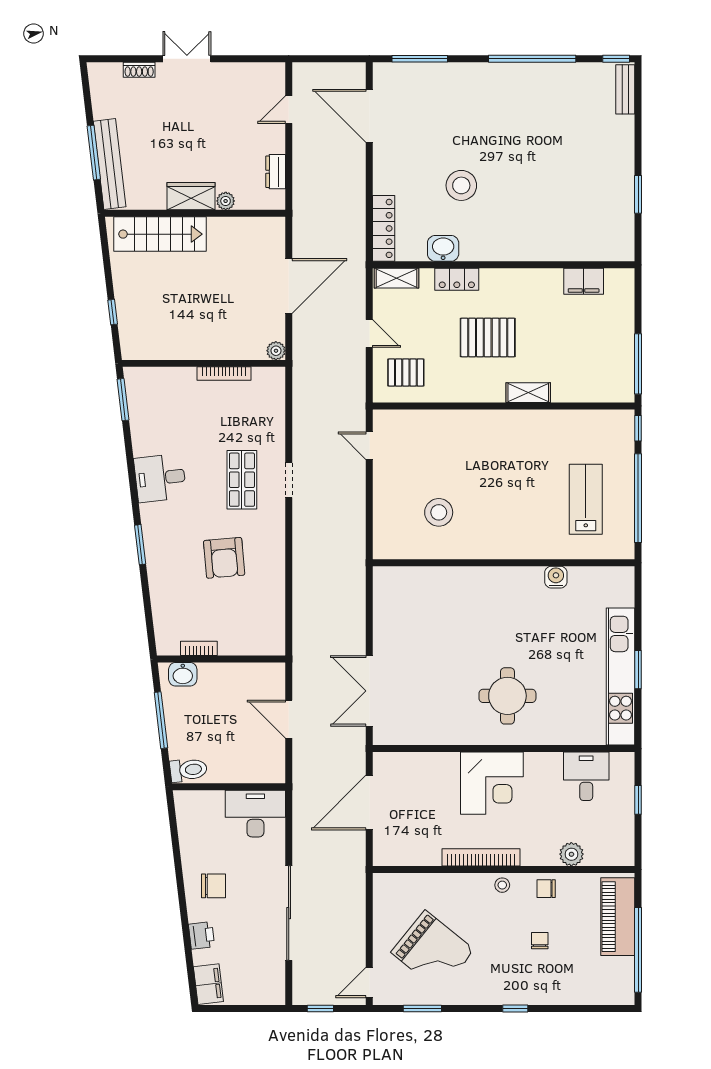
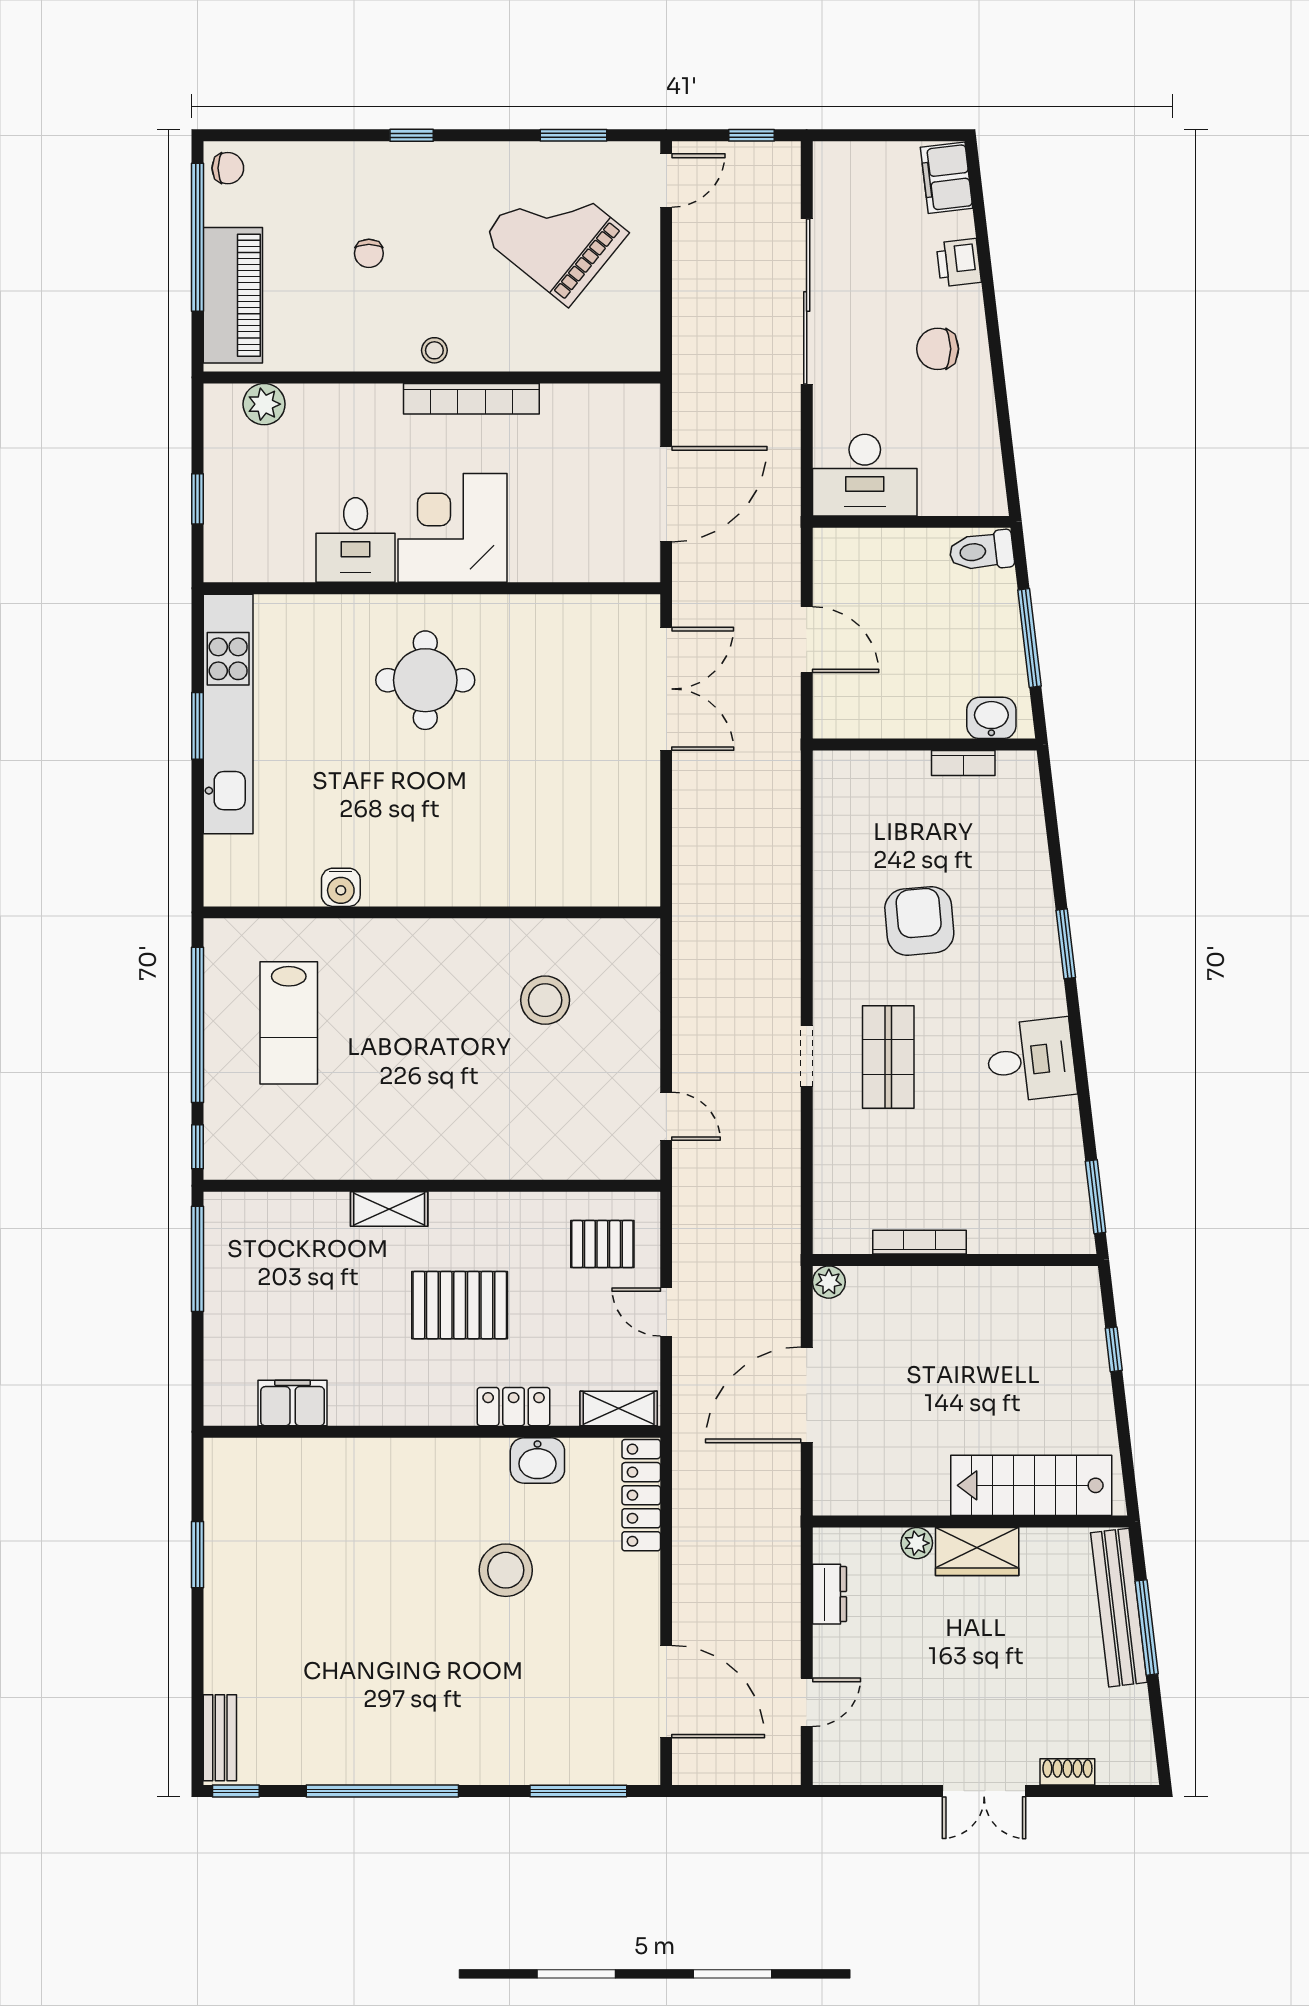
desk: (586, 776) -> (356, 540), moved
plant: (571, 854) -> (264, 404), moved
chair: (546, 889) -> (228, 168), moved

